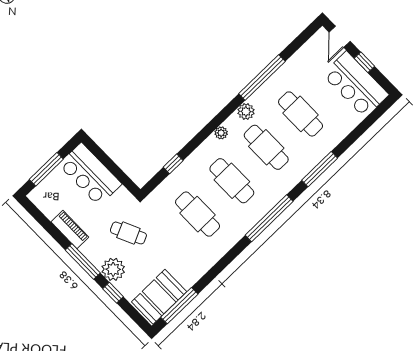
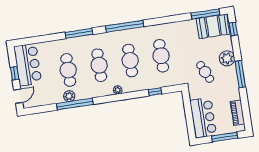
plant: (246, 111) -> (69, 96), moved
piano: (70, 230) -> (237, 113), moved
window: (113, 293) -> (233, 29), moved

